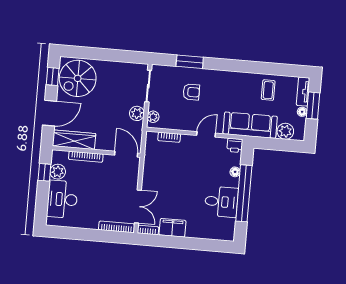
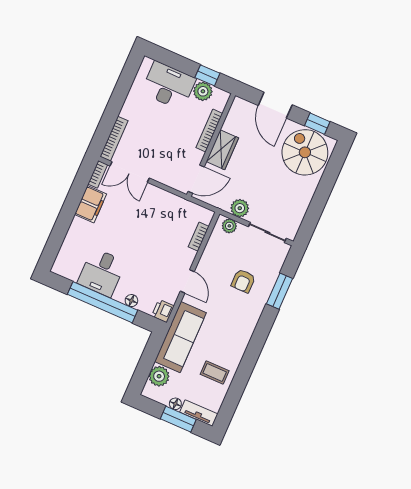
wardrobe: (74, 140) -> (222, 150), moved, width x0.67

